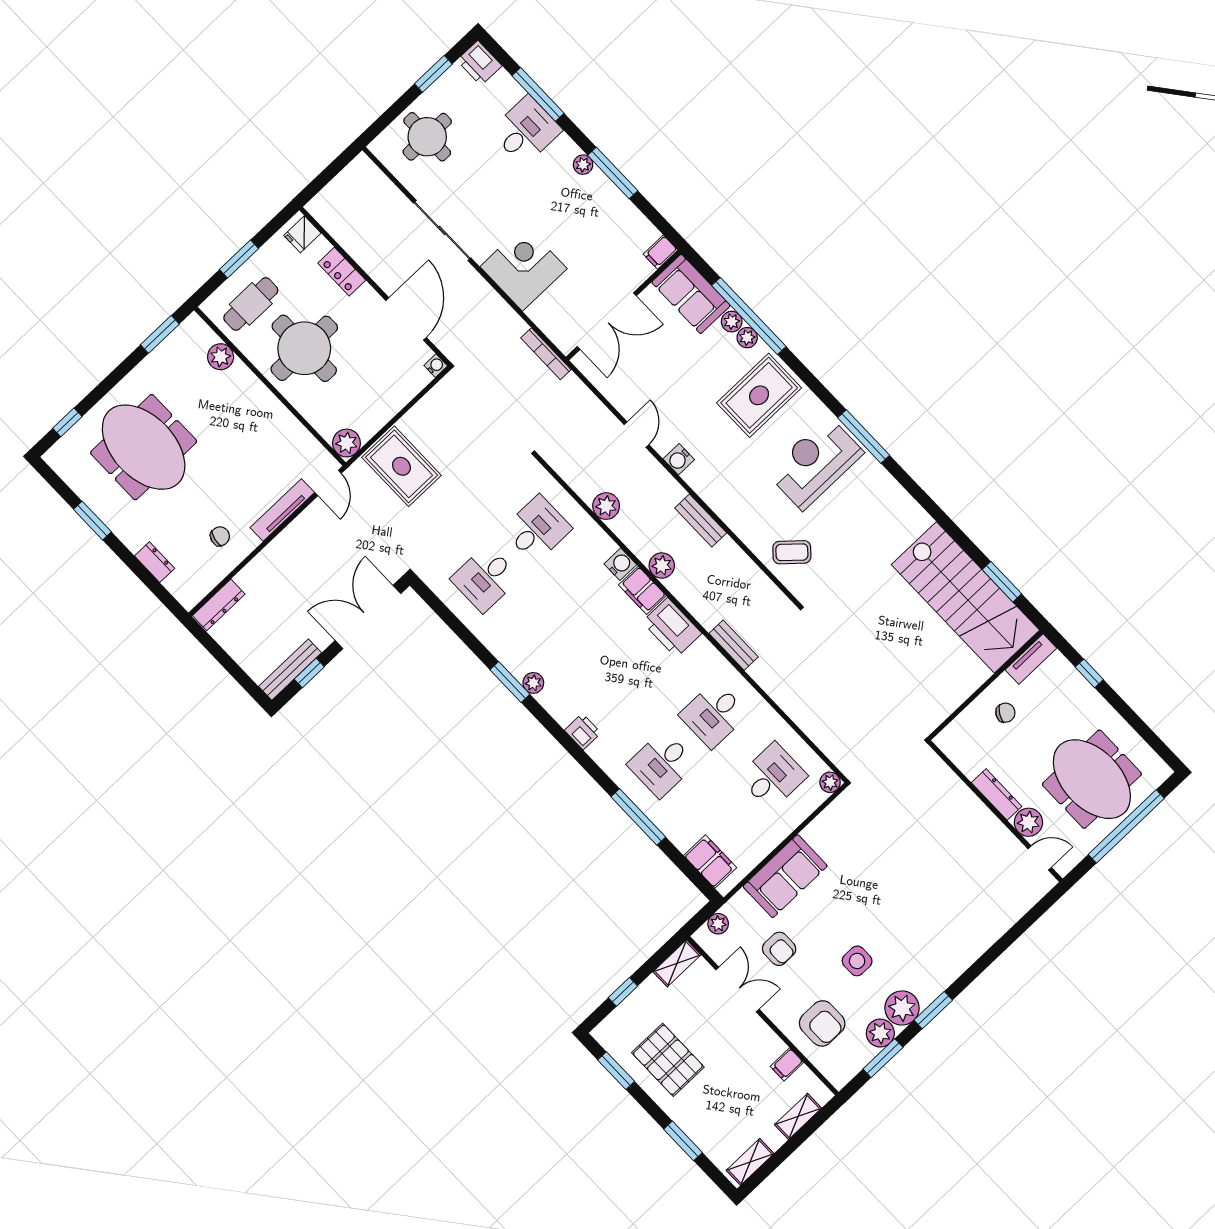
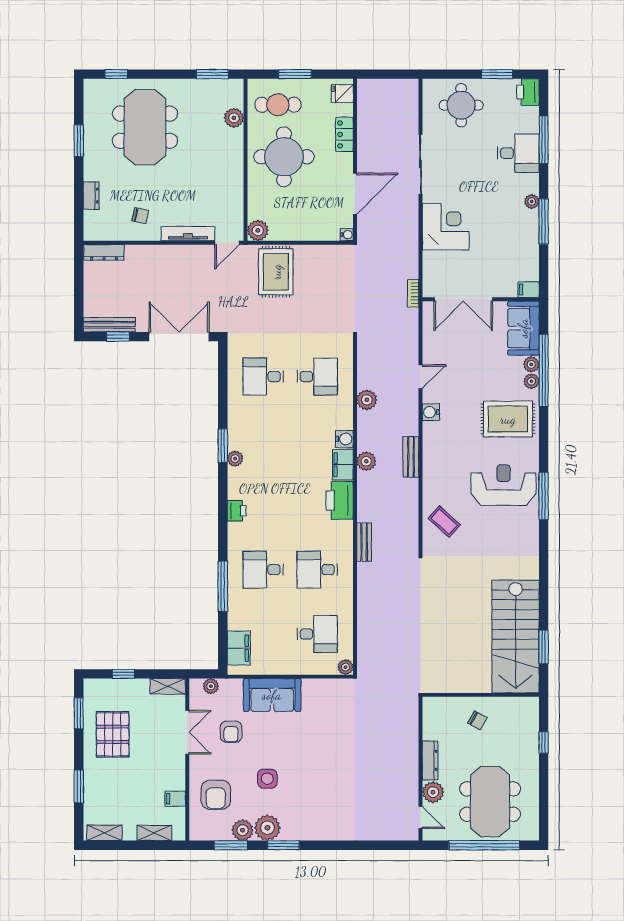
bookcase: (546, 354) -> (413, 293), width x0.64
tv unit: (1031, 659) -> (519, 704), removed

